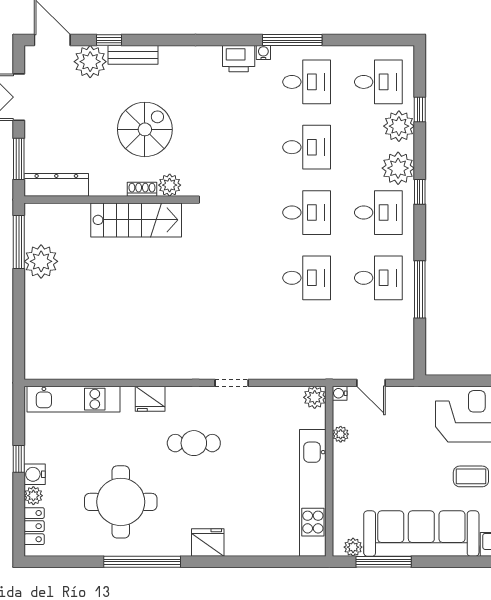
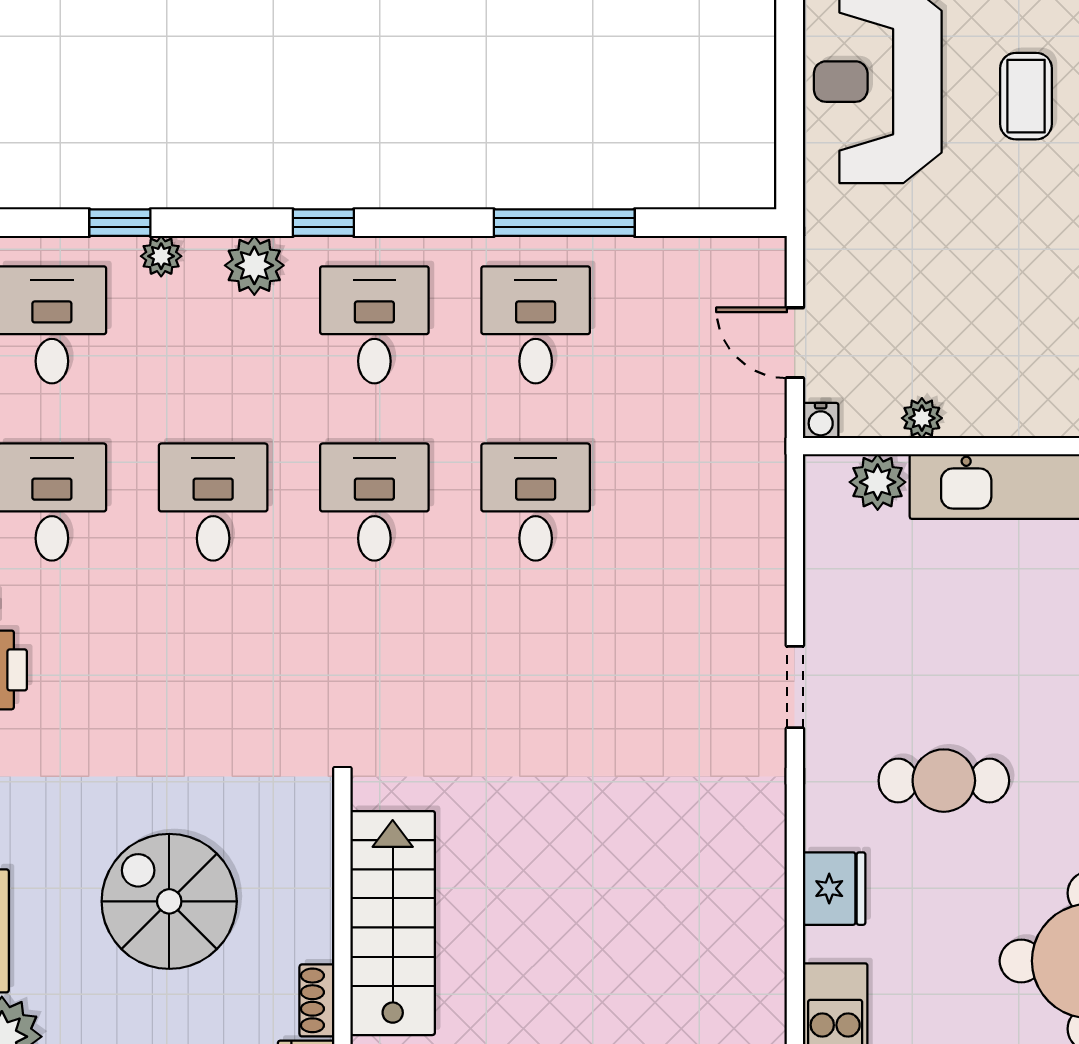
plant: (399, 126) -> (161, 256), width x0.53, depth x0.53
plant: (398, 168) -> (254, 265), width x0.73, depth x0.73
plant: (170, 185) -> (307, 840), removed
shoe rack: (142, 189) -> (317, 1000), moved
door: (371, 383) -> (795, 343), swing flipped
plant: (315, 397) -> (878, 482), moved
cafe table: (194, 443) -> (944, 781), turned 90

